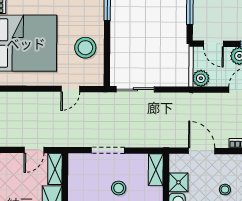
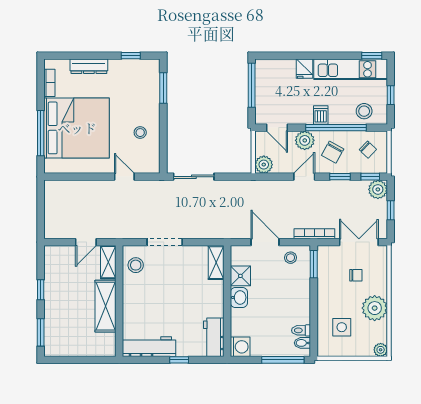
stool: (85, 48) -> (140, 133), width x0.53, depth x0.53
door: (70, 89) -> (124, 177), swing flipped
stool: (119, 188) -> (136, 265), moved
stool: (225, 190) -> (291, 258), moved

